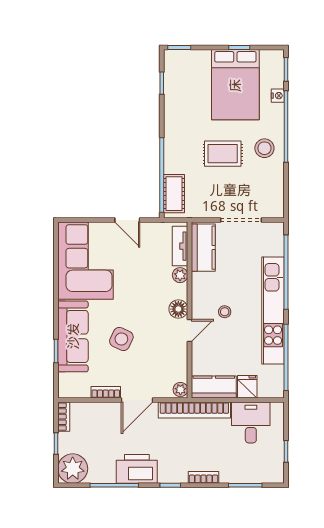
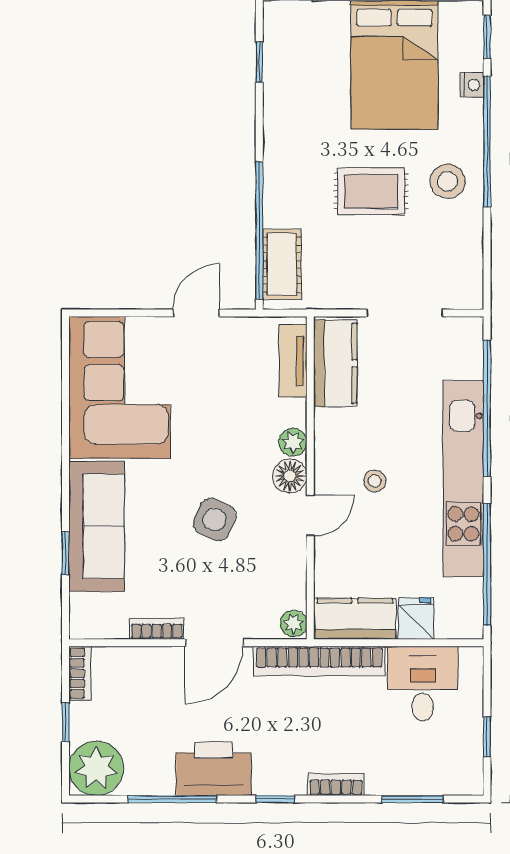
door: (127, 220) -> (196, 313), swing flipped
plant: (180, 275) -> (293, 442), moved
side table: (121, 339) -> (215, 520), moved

